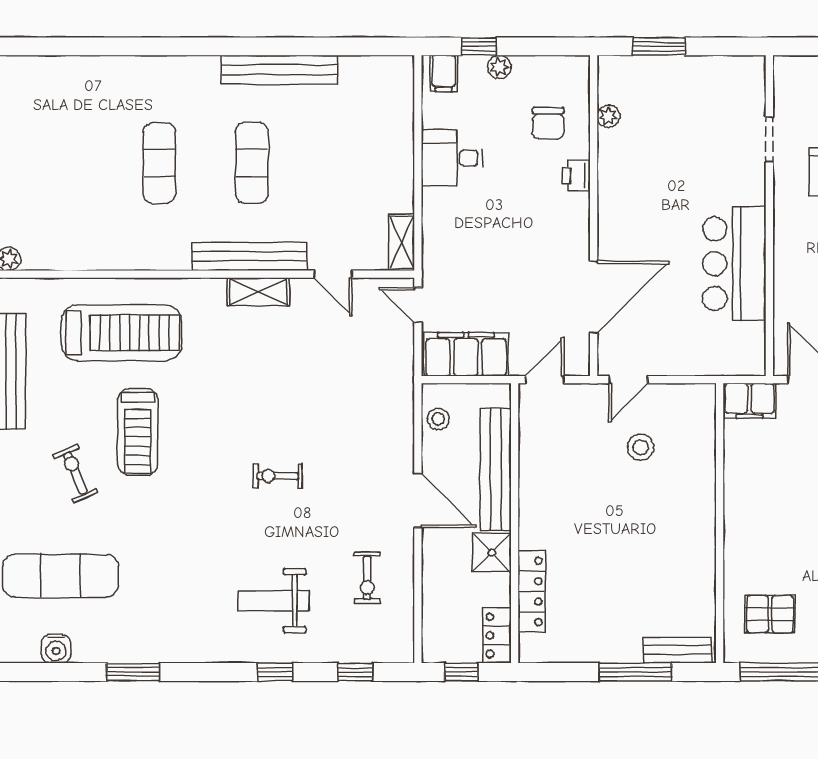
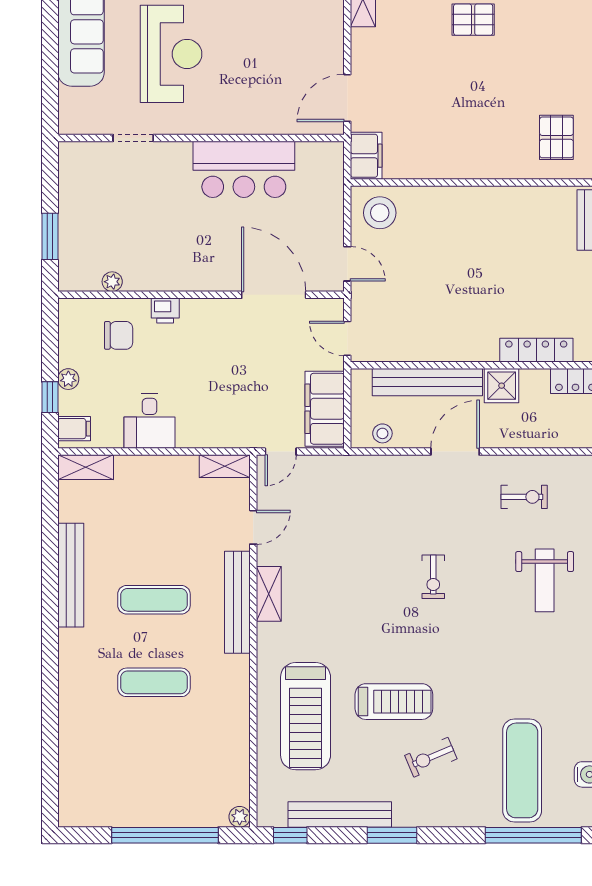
shelving: (400, 86) -> (86, 467), added
treadmill: (121, 333) -> (306, 716), turned 180
stool: (641, 447) -> (380, 213), moved, width x1.38, depth x1.38

